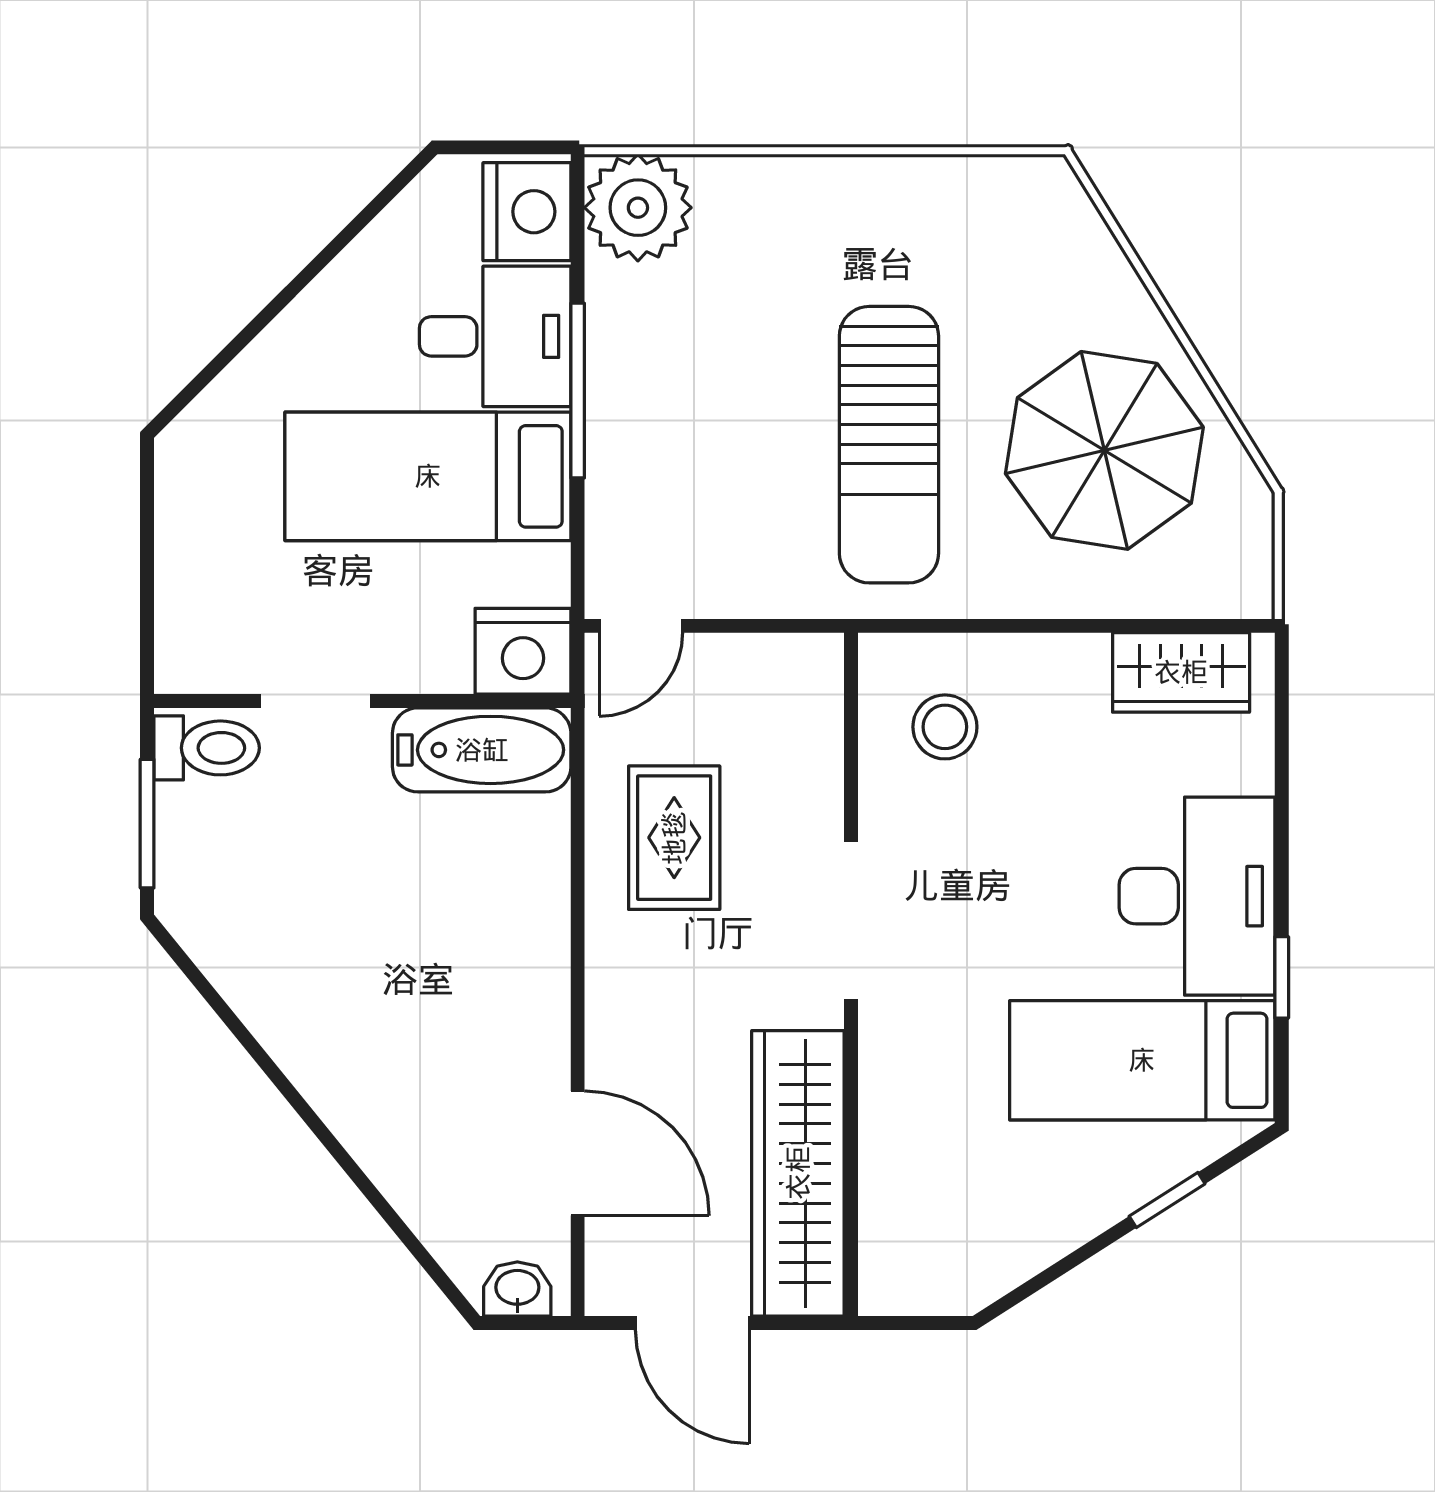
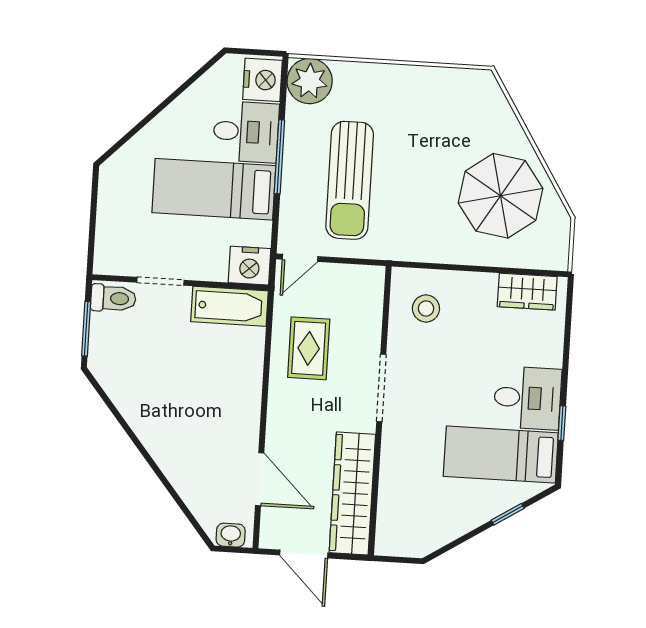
sun lounger: (889, 445) -> (350, 180), moved
desk: (1197, 896) -> (527, 398), width x0.73

